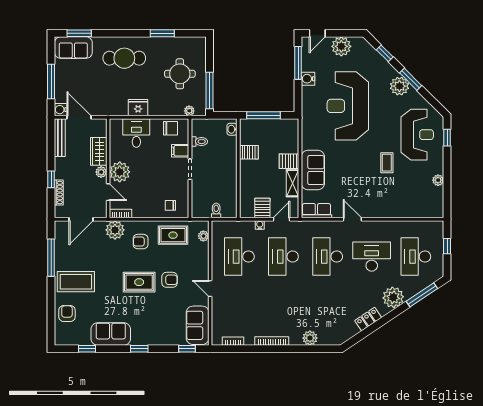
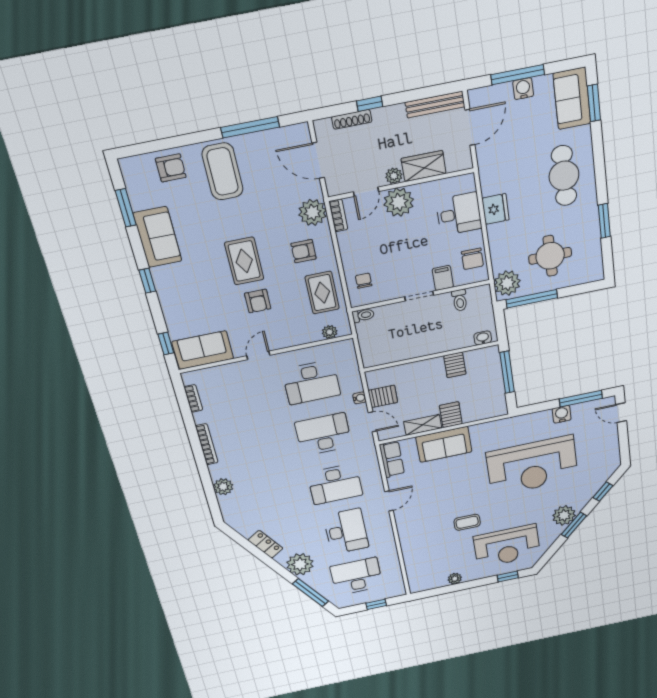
plant: (341, 46) -> (607, 443), removed
reception desk: (348, 106) -> (532, 466), turned 180
water cooler: (61, 110) -> (523, 89), moved
plant: (189, 111) -> (507, 283), width x1.88, depth x1.88
toilet: (216, 210) -> (363, 315), moved
armchair: (141, 242) -> (304, 251), turned -90
desk: (239, 257) -> (311, 382), turned 180
desk: (328, 257) -> (335, 484), turned 180
window: (87, 349) -> (126, 208), width x1.50

